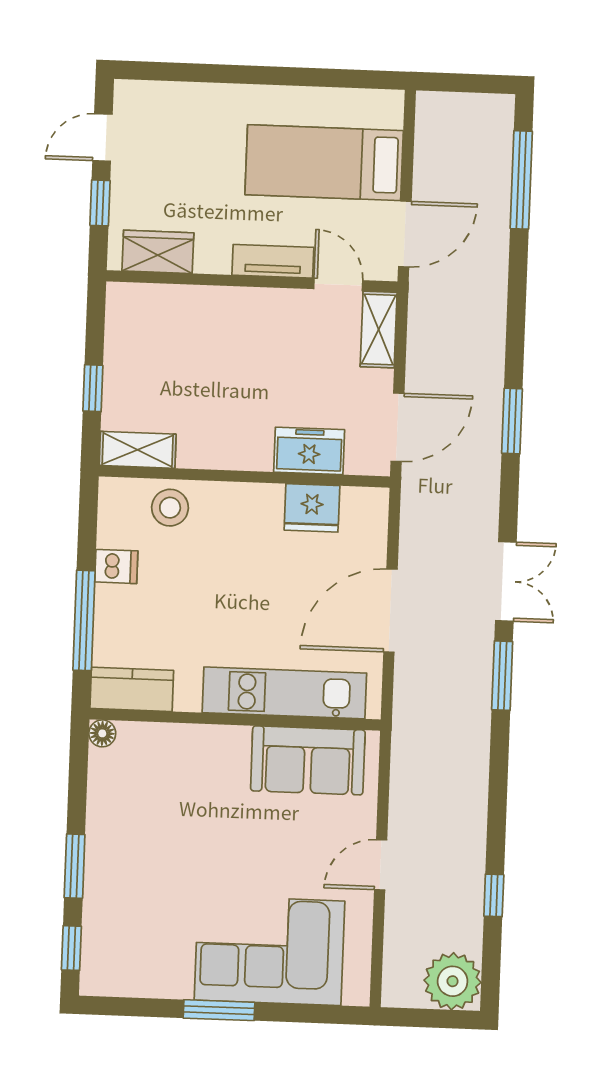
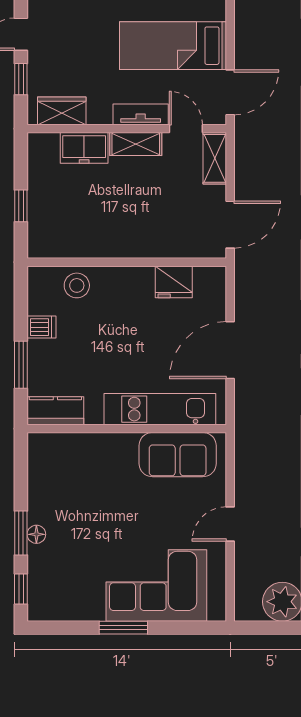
shelving: (138, 450) -> (136, 144), moved
freezer: (309, 451) -> (84, 148), moved, turned 180
window: (84, 620) -> (21, 365), width x0.69
floor lamp: (102, 733) -> (36, 534), moved

